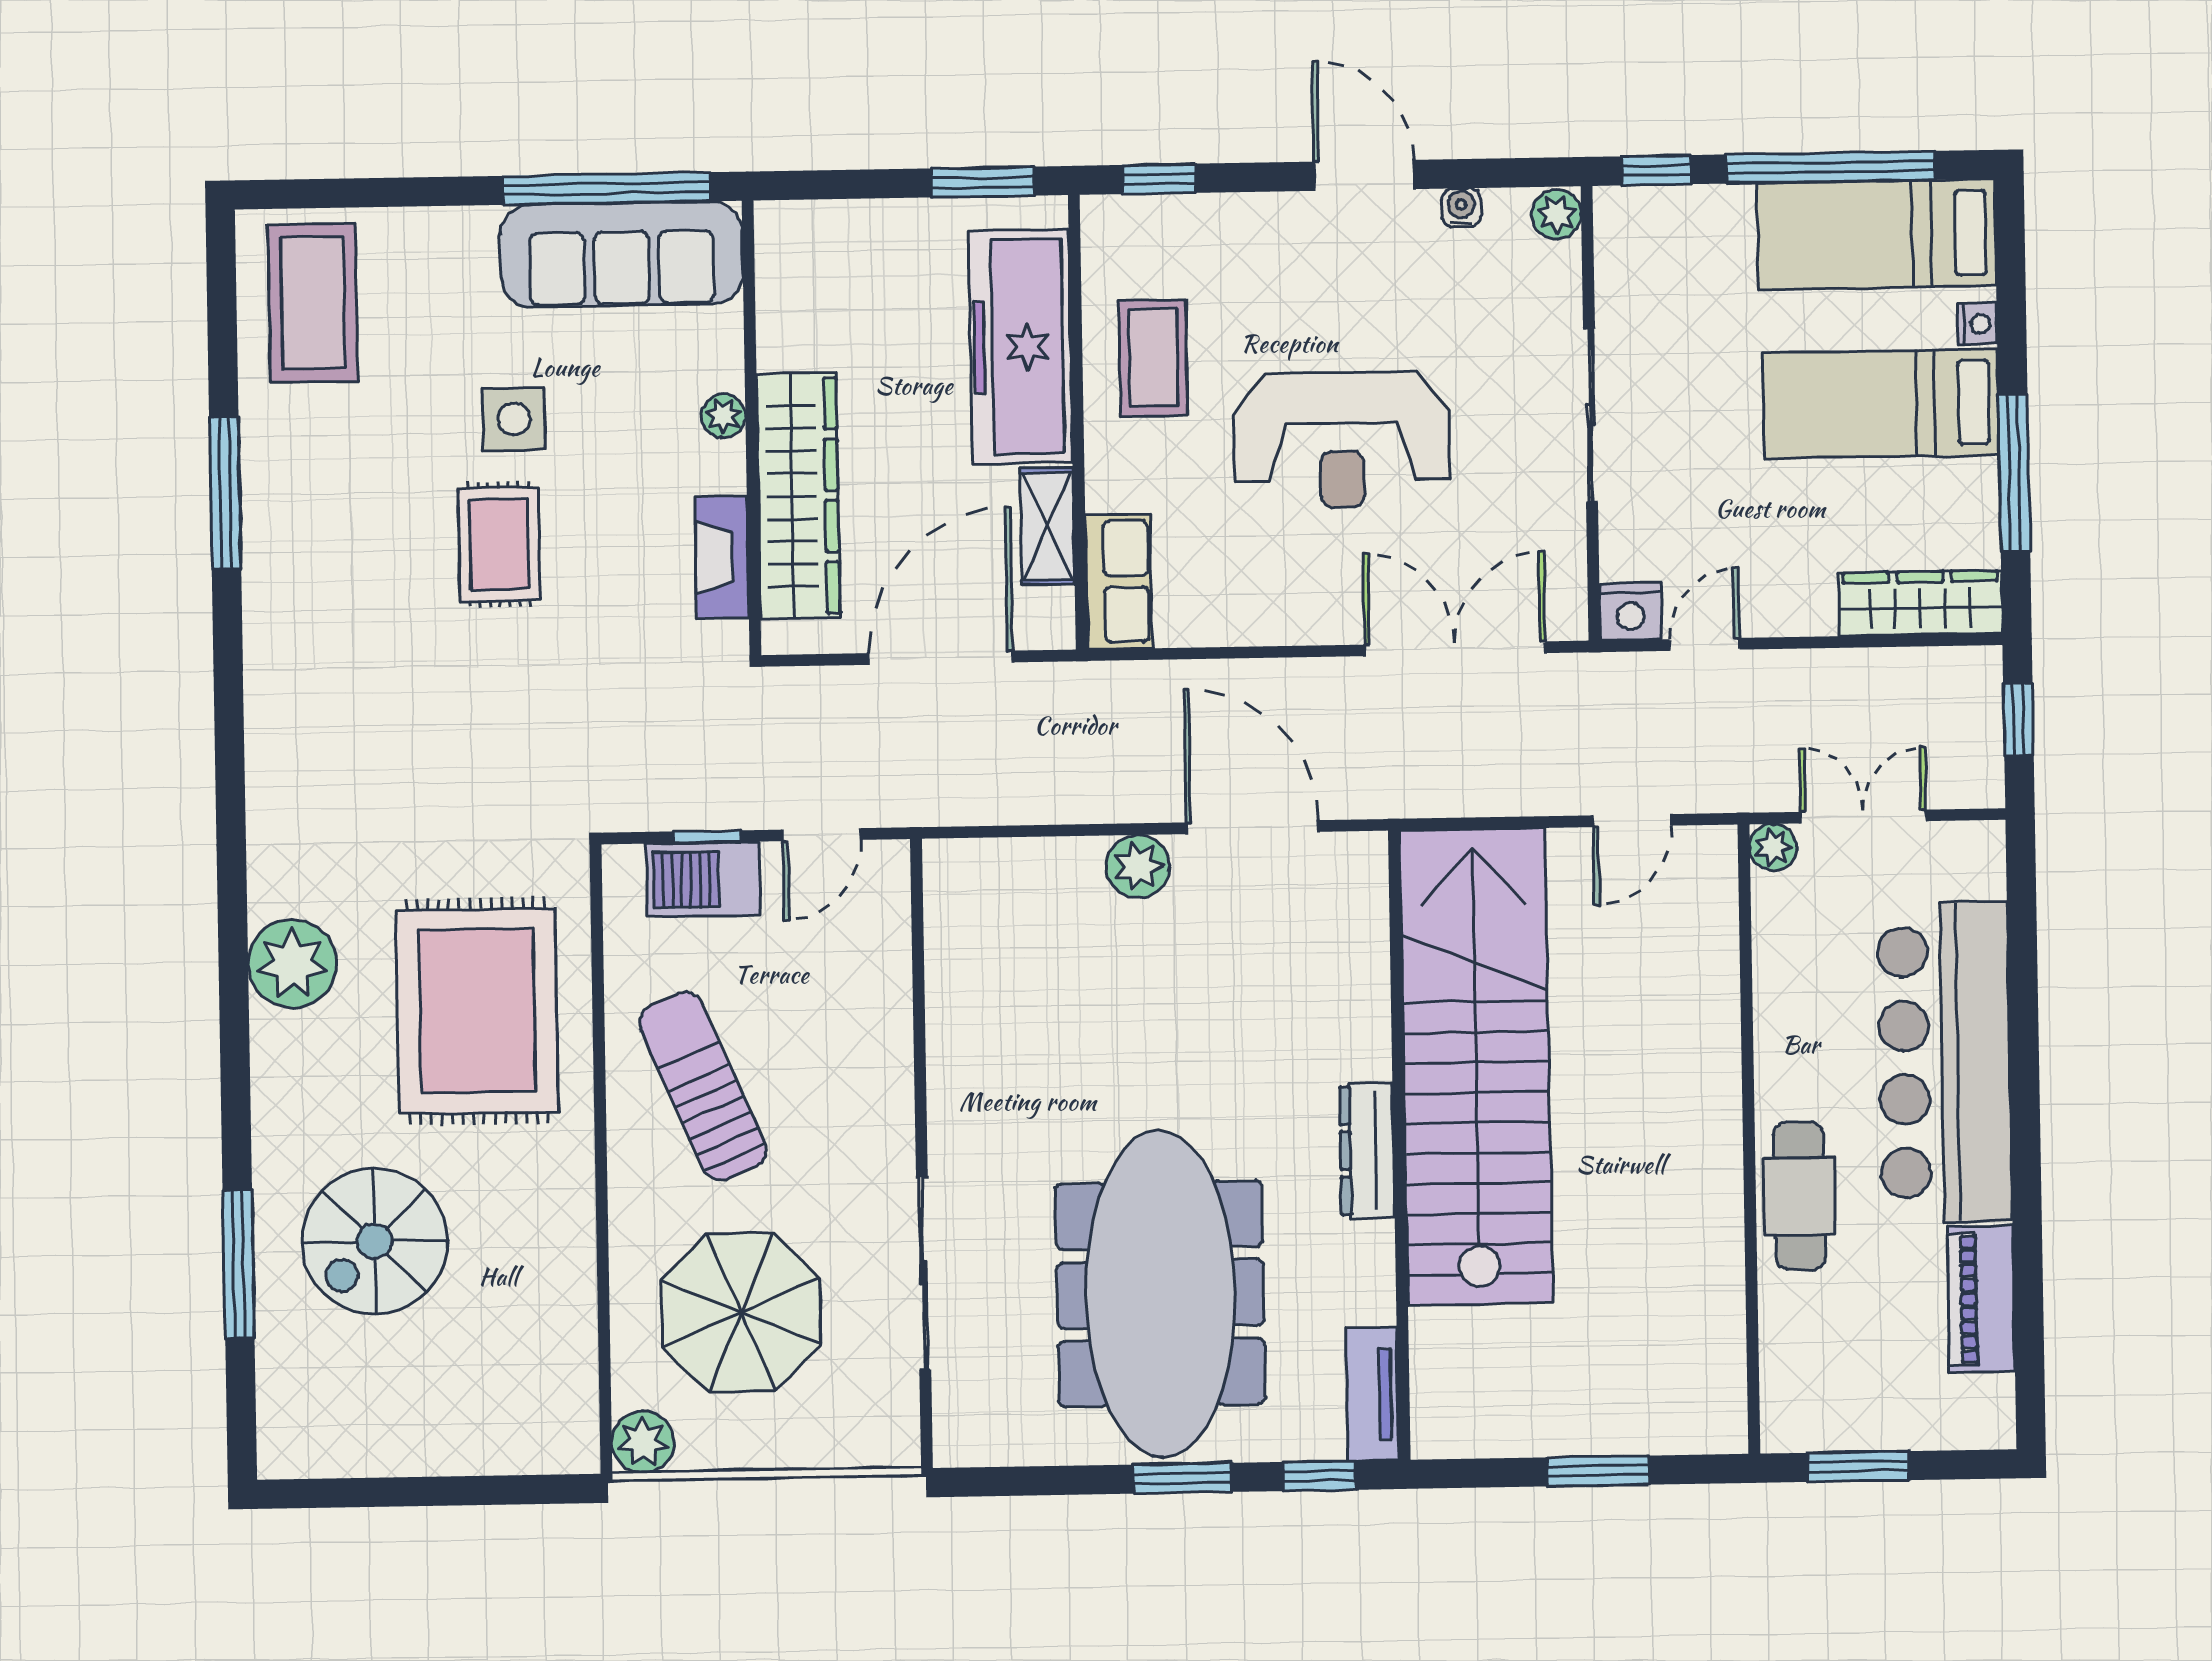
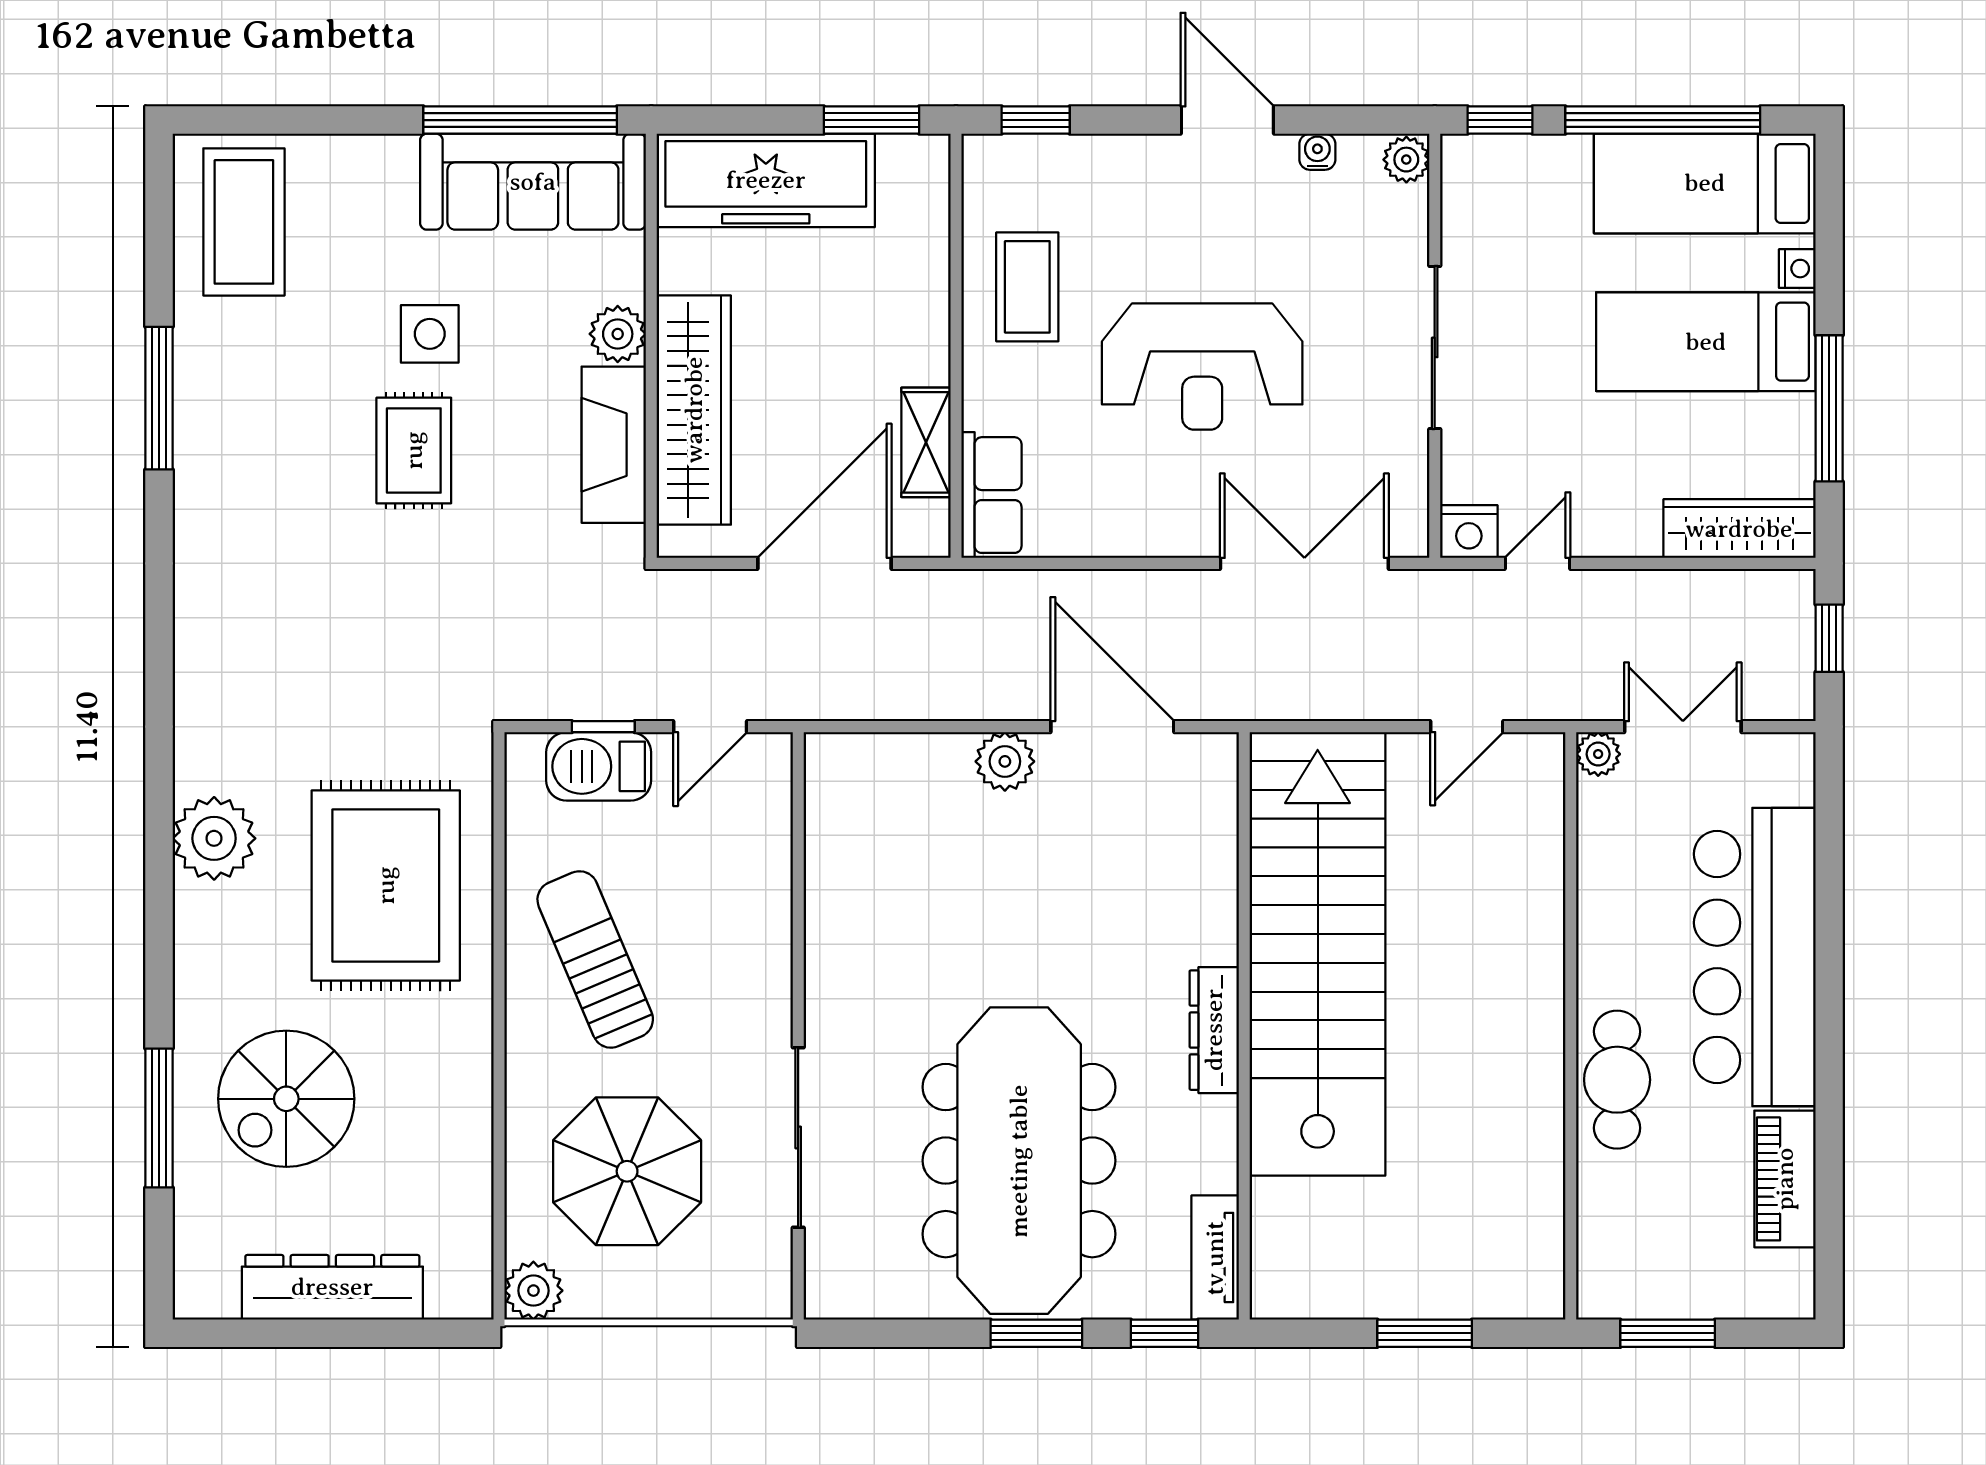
freezer: (1020, 347) -> (766, 180), moved, turned -90
plant: (723, 416) -> (618, 334), width x1.38, depth x1.38
fireplace: (722, 557) -> (614, 445), width x1.37, depth x1.32
dresser: (427, 1442) -> (332, 1287), added

